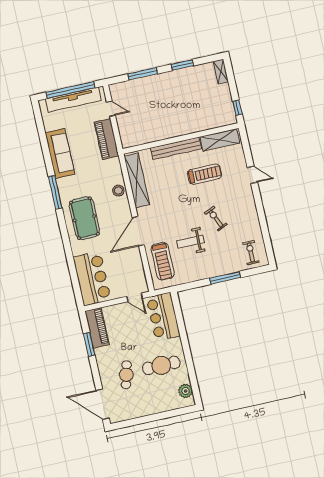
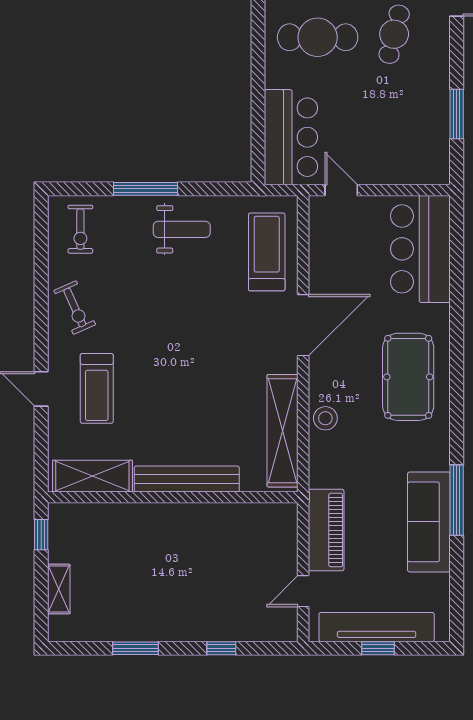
shelving: (221, 72) -> (59, 589), moved
window: (143, 74) -> (221, 648), width x0.46
window: (70, 90) -> (378, 648), width x0.32
door: (111, 109) -> (303, 591), hinge flipped
treadmill: (205, 174) -> (97, 388), moved, turned -90
window: (55, 192) -> (457, 500), moved
exercise bike: (216, 219) -> (75, 308), moved
weight bench: (190, 242) -> (182, 229), moved
piano: (97, 328) -> (433, 145), removed

